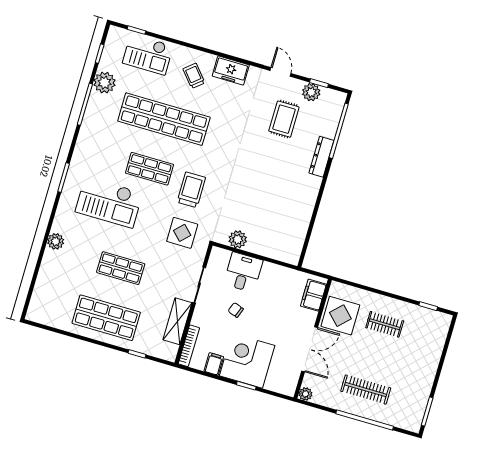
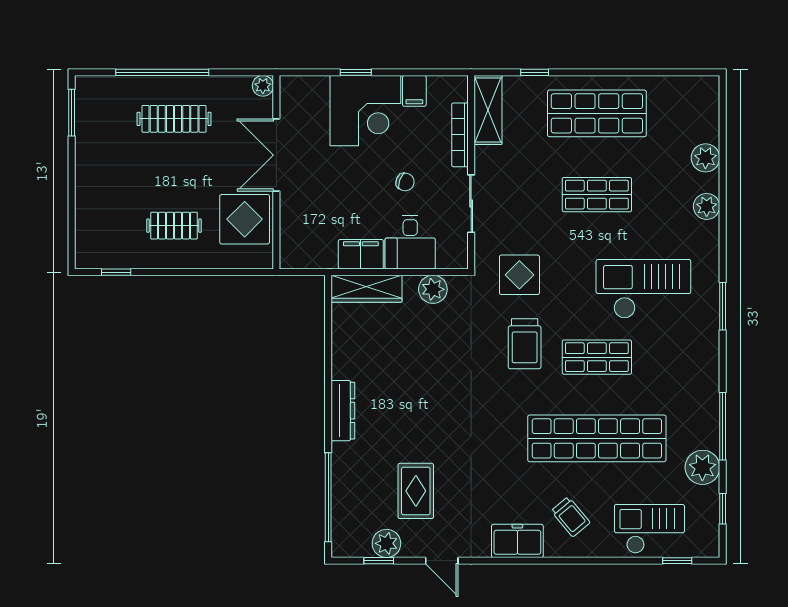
dresser: (321, 157) -> (343, 411), moved
wardrobe: (278, 252) -> (366, 289), added
plant: (48, 271) -> (705, 158), added
filing cabinet: (313, 295) -> (361, 254), moved, turned -90
shelving: (177, 321) -> (488, 110), moved
bookcase: (189, 346) -> (460, 135), moved

